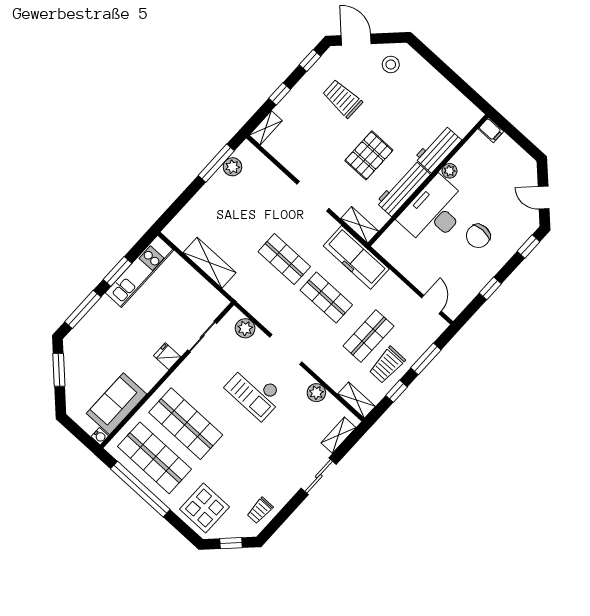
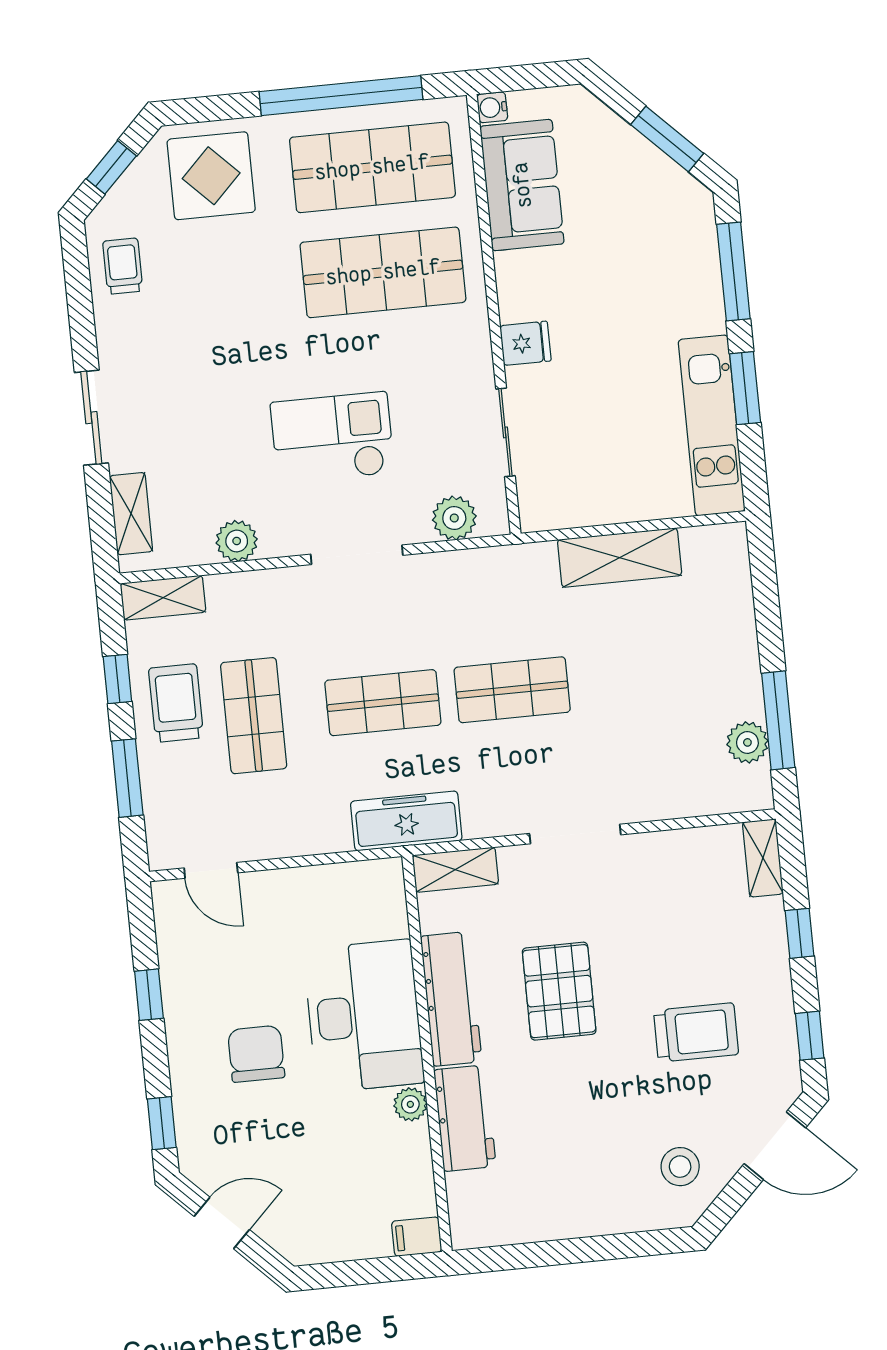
freezer: (356, 257) -> (406, 821), width x0.73, depth x0.79

